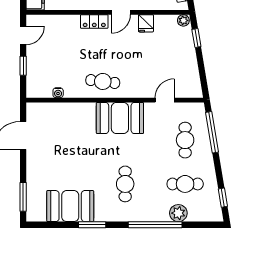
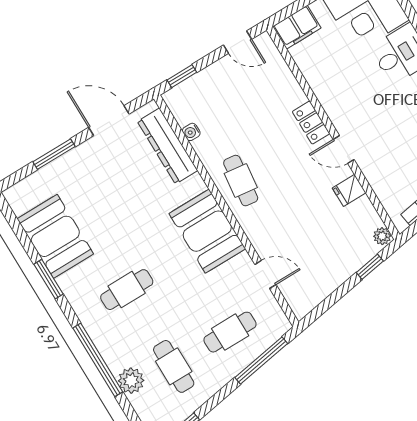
window: (23, 66) -> (182, 76), moved
dresser: (58, 111) -> (168, 146), added
window: (23, 197) -> (54, 154), moved

